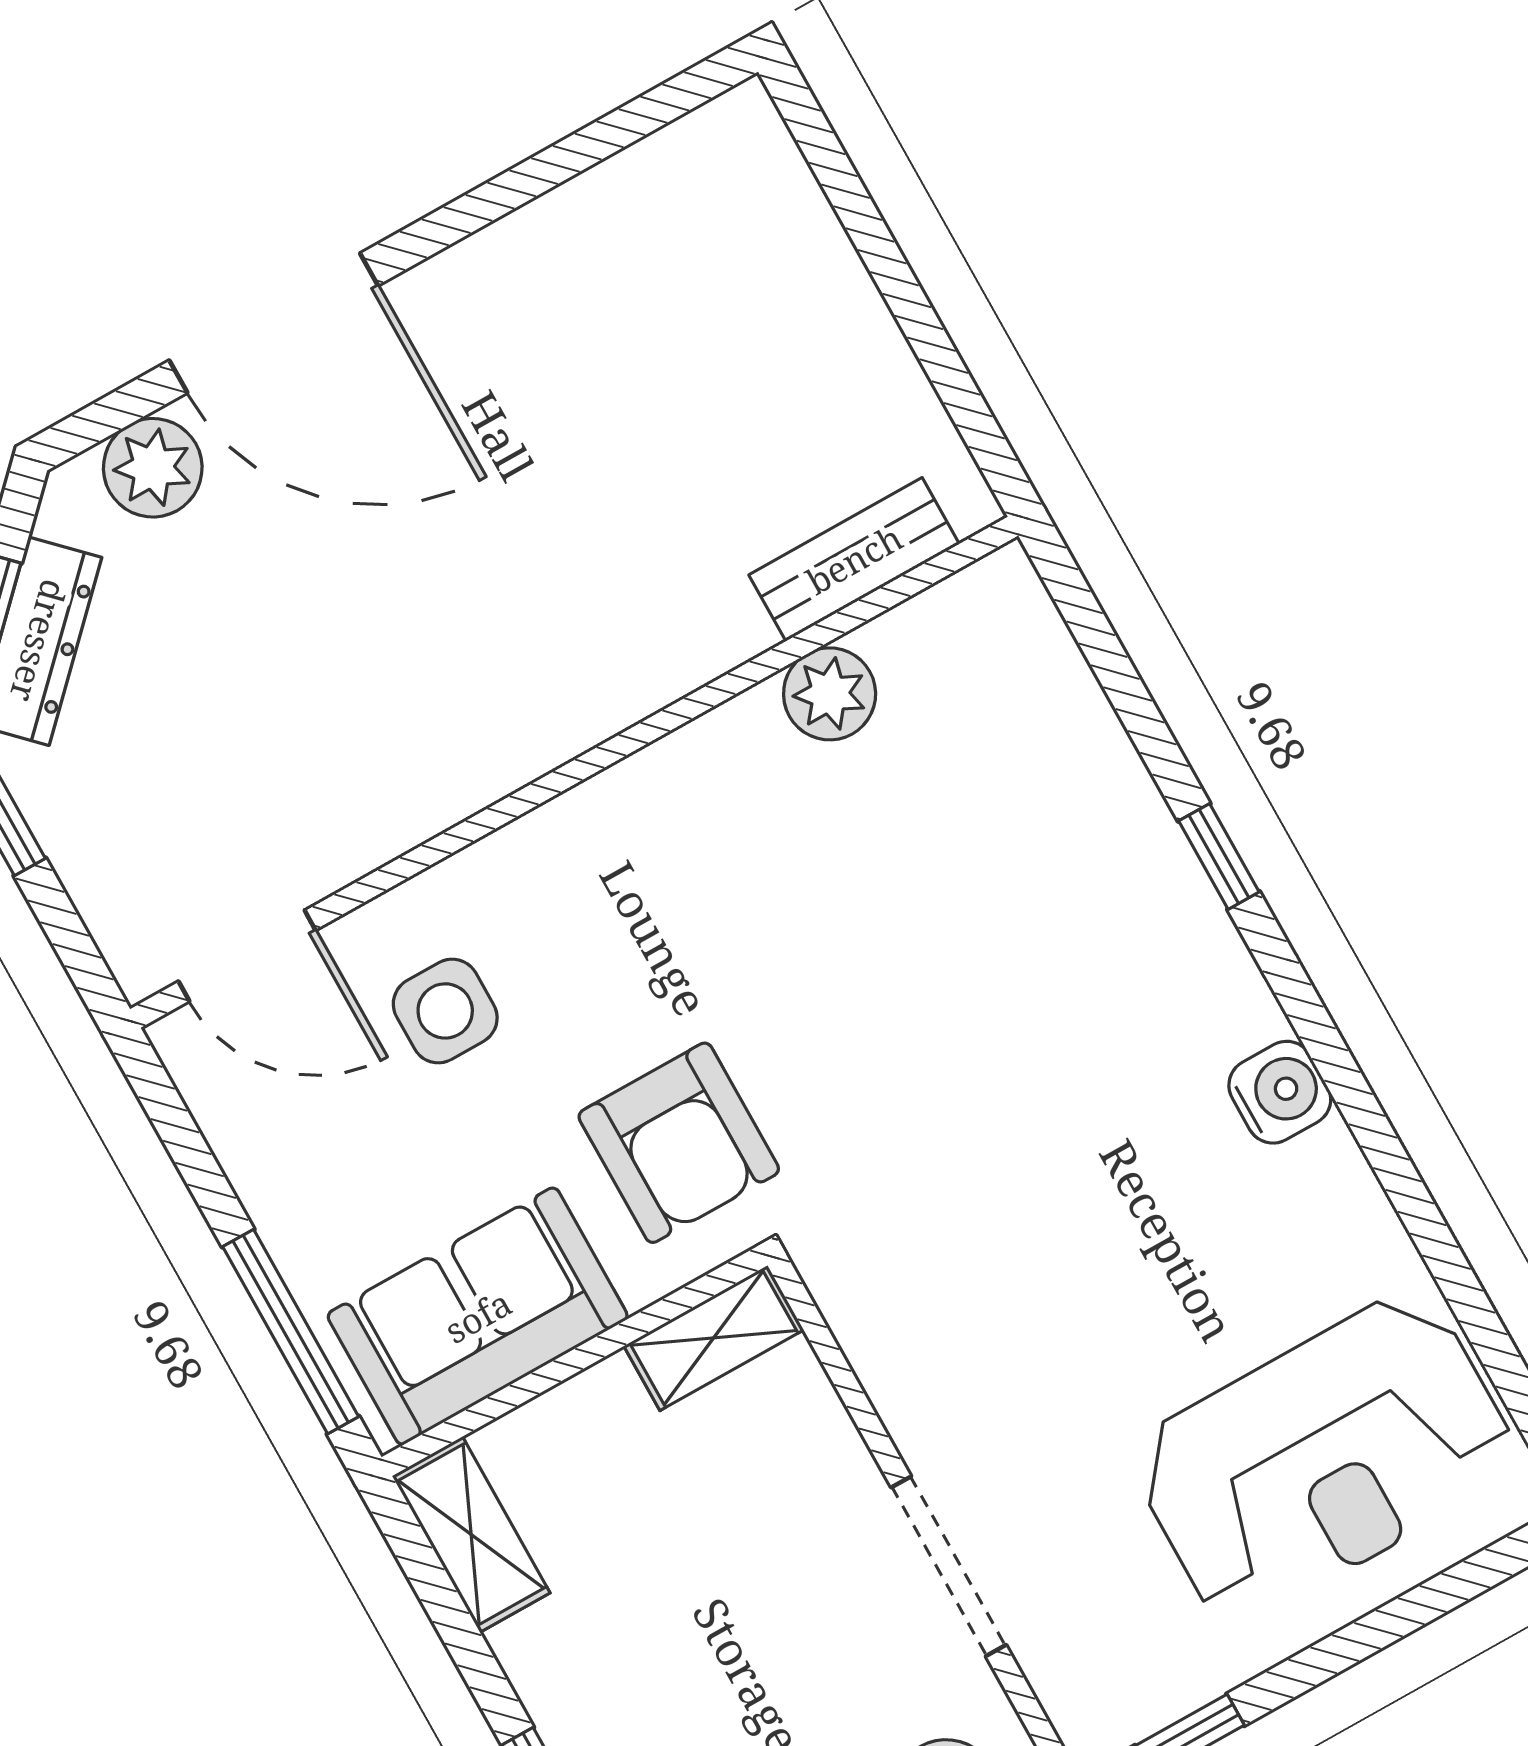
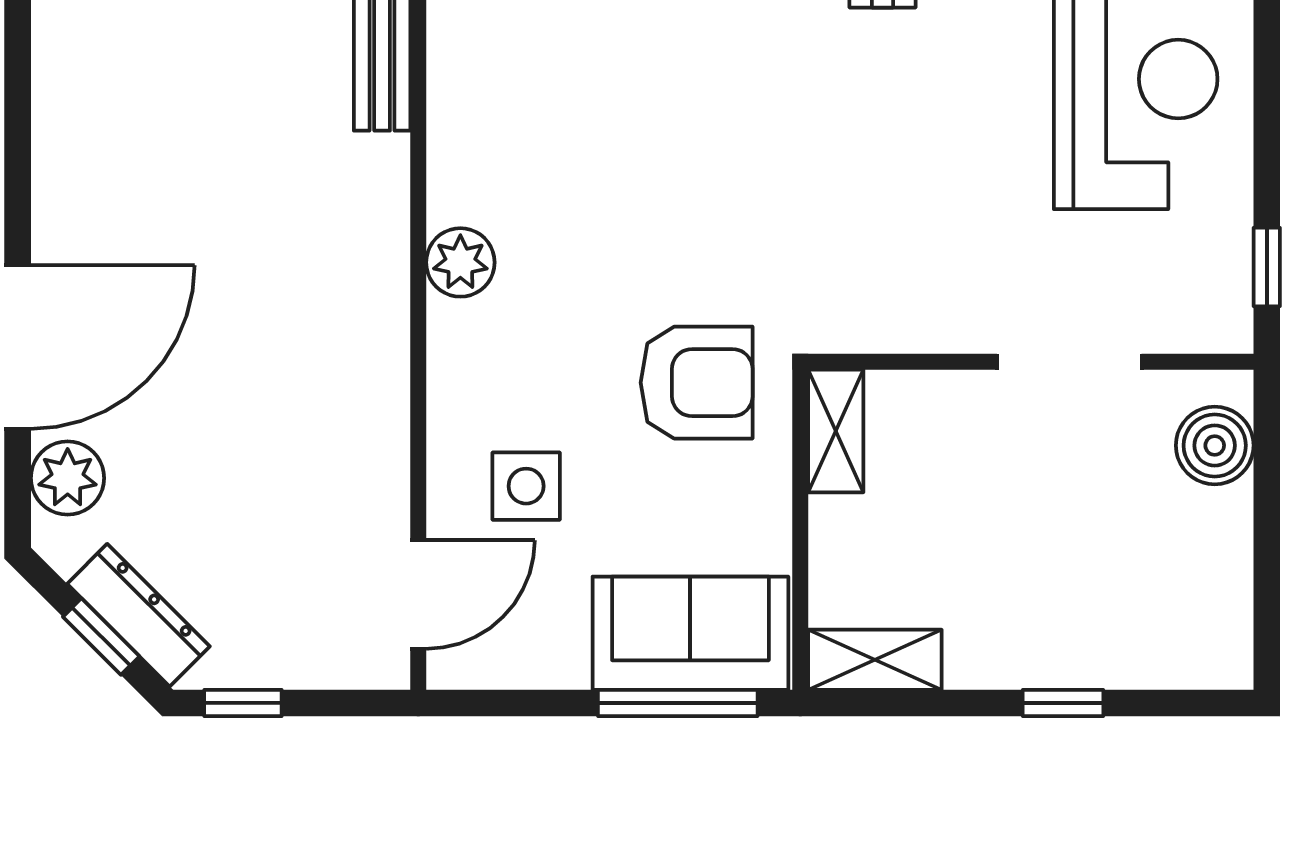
plant: (830, 694) -> (460, 262), moved
sofa: (478, 1316) -> (690, 633), moved, turned 90

